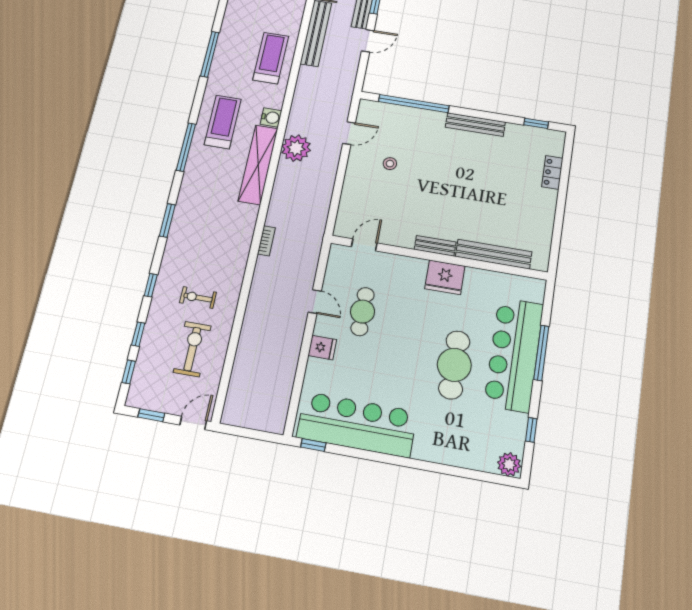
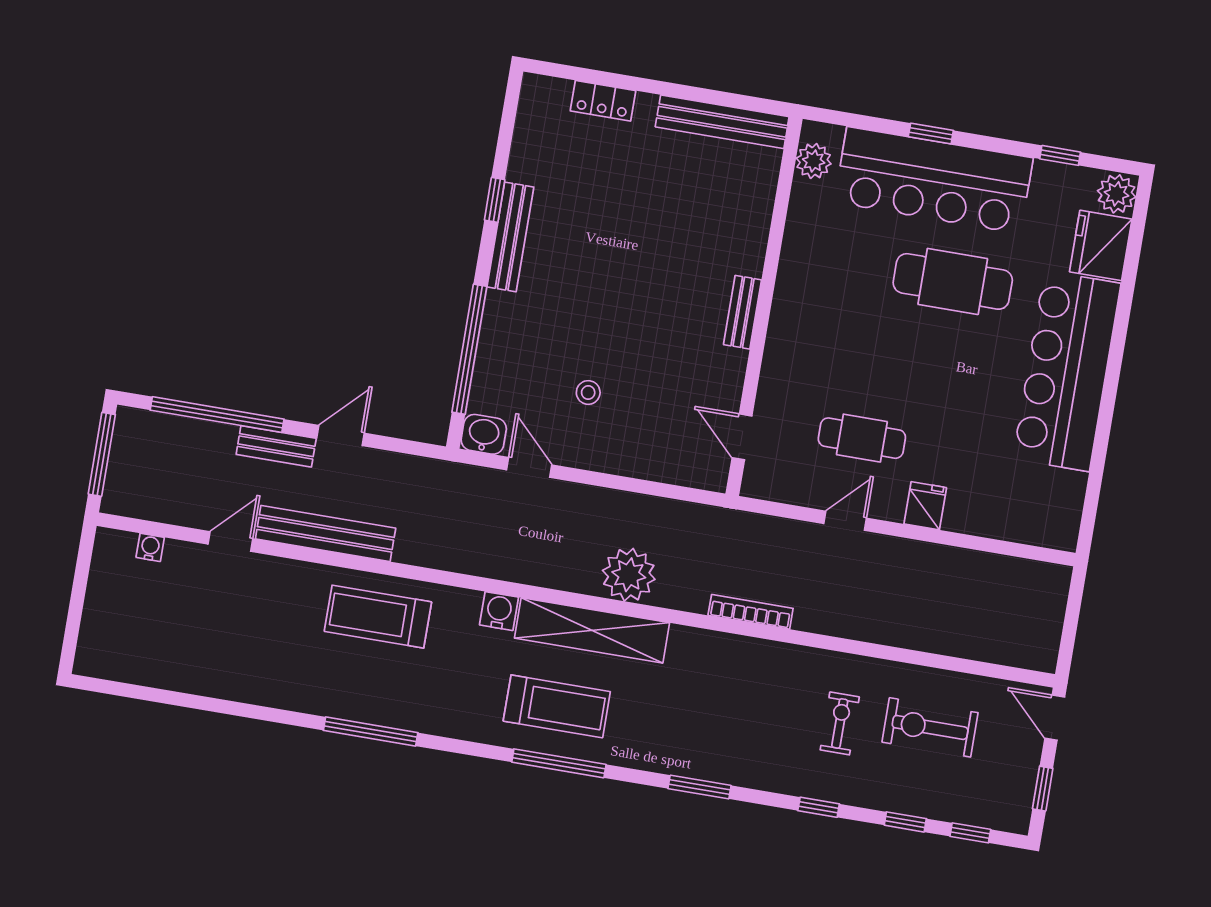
door: (368, 41) -> (341, 435), hinge flipped
washbasin: (367, 110) -> (484, 434), added
treadmill: (223, 122) -> (557, 706), moved, turned 180
window: (536, 123) -> (495, 200), moved
plant: (296, 148) -> (629, 575), moved
bookcase: (266, 241) -> (751, 612), width x1.56
bench: (494, 254) -> (722, 122), moved, turned 90
fridge: (445, 277) -> (1101, 245), moved, turned 180
plant: (523, 286) -> (814, 161), added
exercise bike: (198, 298) -> (840, 723), turned 180
window: (541, 353) -> (931, 134), width x0.46
bar counter: (357, 424) -> (1067, 371), moved
window: (313, 445) -> (1089, 516), removed

